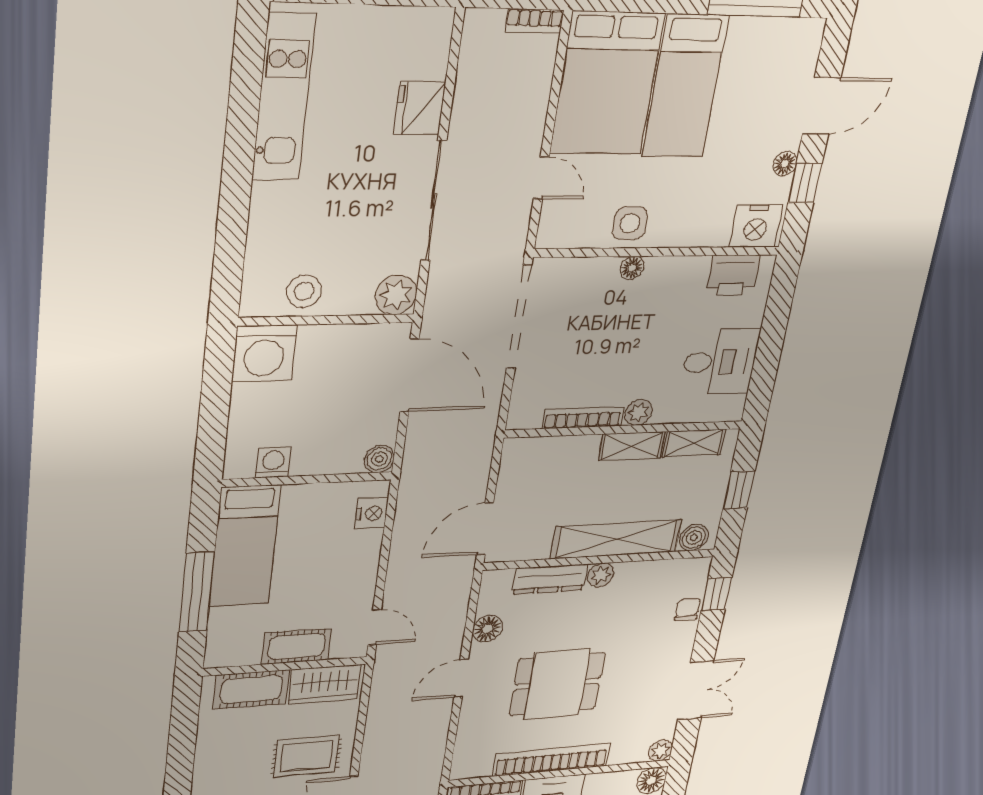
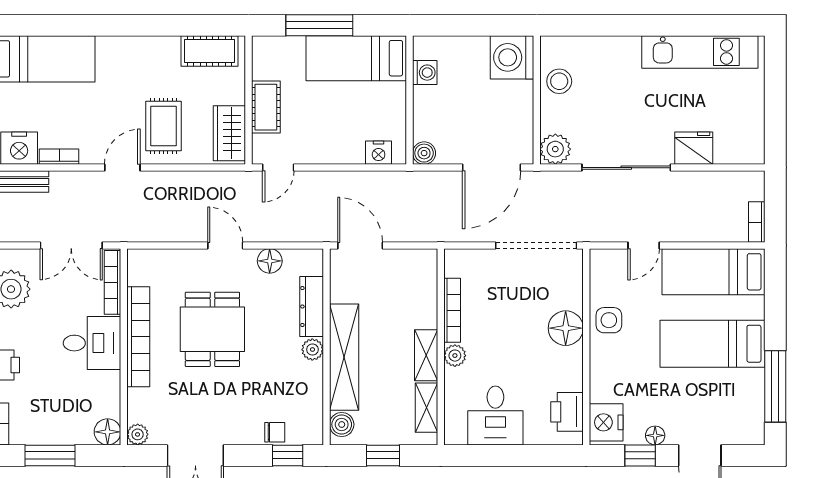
bed: (607, 84) -> (714, 272), width x0.67
floor lamp: (632, 268) -> (566, 328), width x1.89, depth x1.89
cot: (251, 689) -> (210, 51), moved, turned 90

